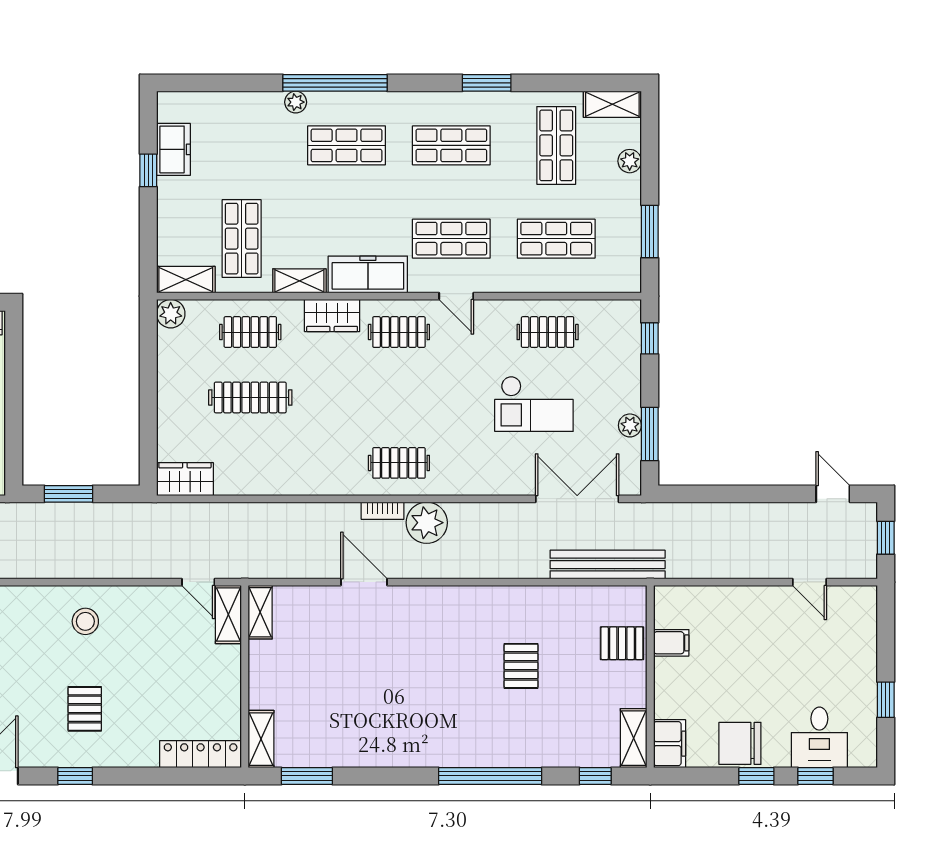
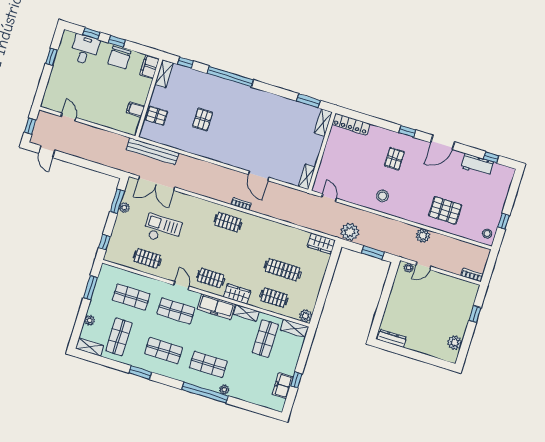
plant: (427, 523) -> (350, 232), moved
shelving: (228, 614) -> (321, 180), removed
chair: (740, 743) -> (119, 57), turned 90

